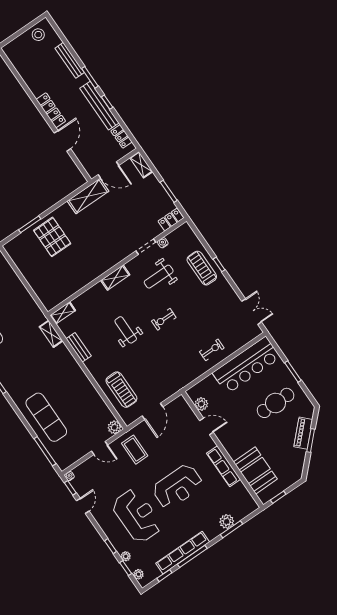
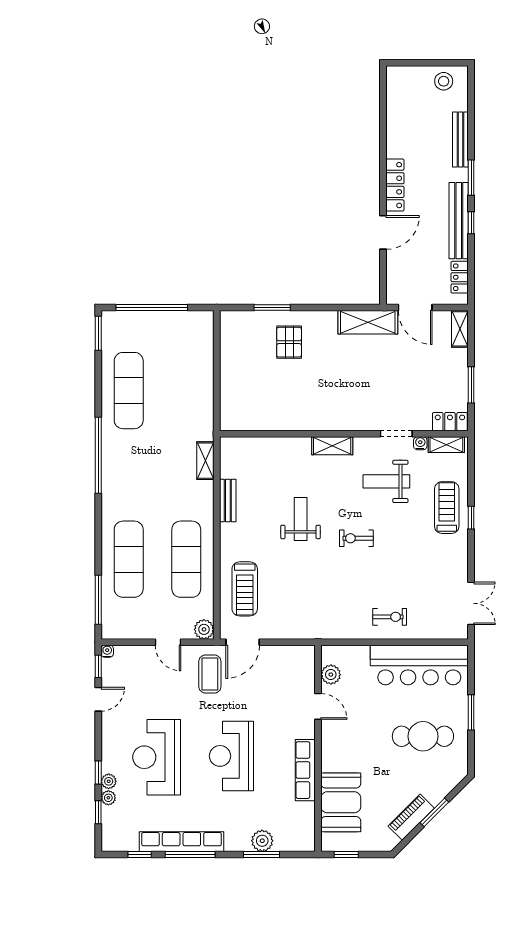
pallet: (52, 237) -> (289, 342), width x0.67, depth x0.71
shelving: (63, 313) -> (446, 445), moved
exercise mat: (78, 395) -> (186, 559), added
door: (152, 411) -> (243, 642), moved
piano: (303, 433) -> (411, 817), moved
reception desk: (178, 487) -> (231, 756), turned 90
reception desk: (137, 516) -> (157, 757), turned 180
plant: (138, 574) -> (109, 781), moved

